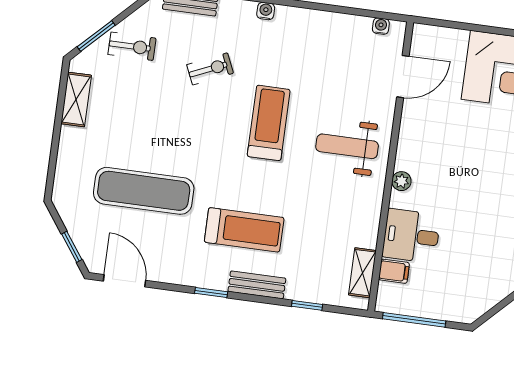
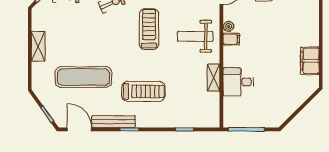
shelving: (76, 99) -> (38, 46), moved
plant: (401, 181) -> (229, 26), moved
filing cabinet: (394, 271) -> (231, 39), moved
shelving: (362, 273) -> (213, 78), moved
bench: (257, 285) -> (114, 122), moved, width x1.36

